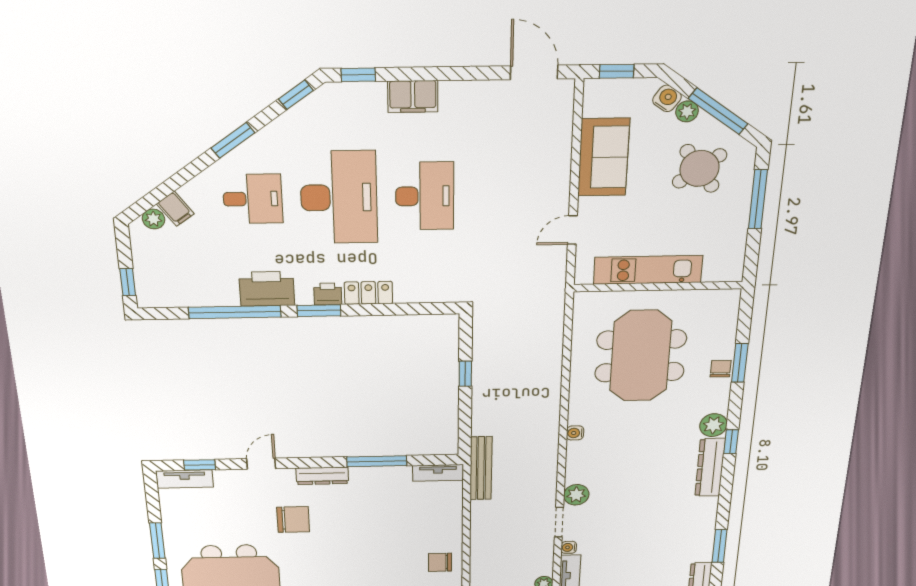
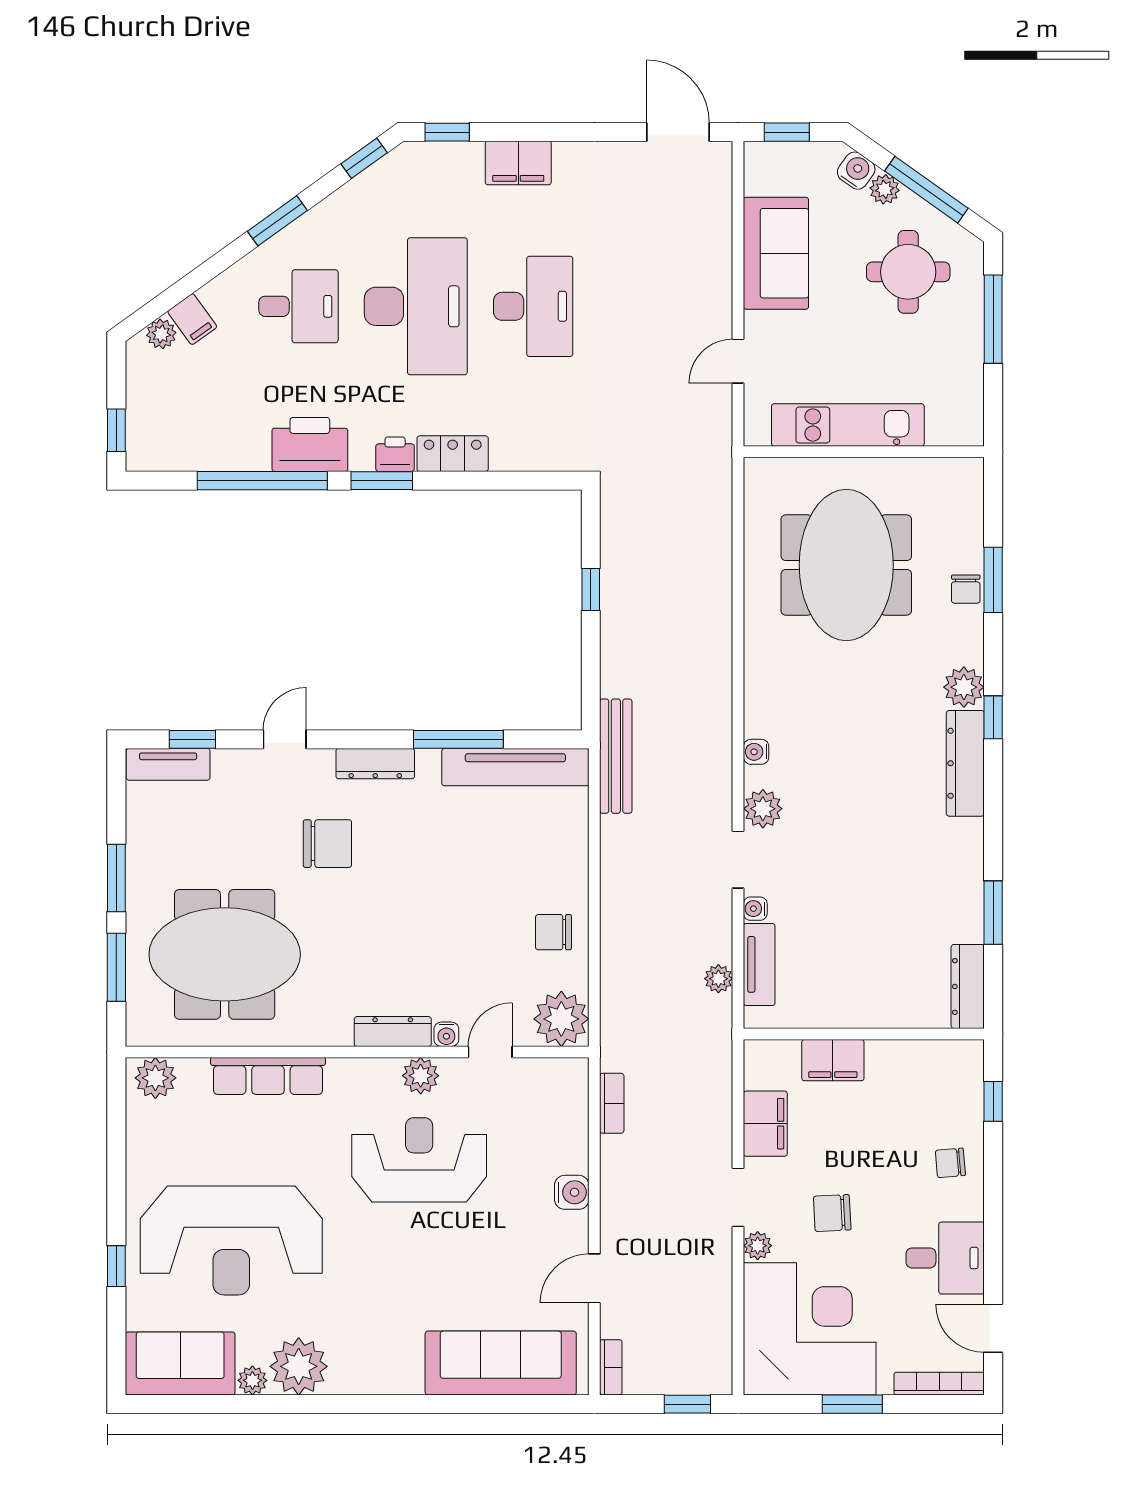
round table: (700, 168) -> (908, 272), turned 36
chair: (721, 369) -> (966, 589), turned 180
water cooler: (575, 433) -> (756, 752), moved
tv unit: (438, 473) -> (515, 767), width x1.92, depth x1.29

